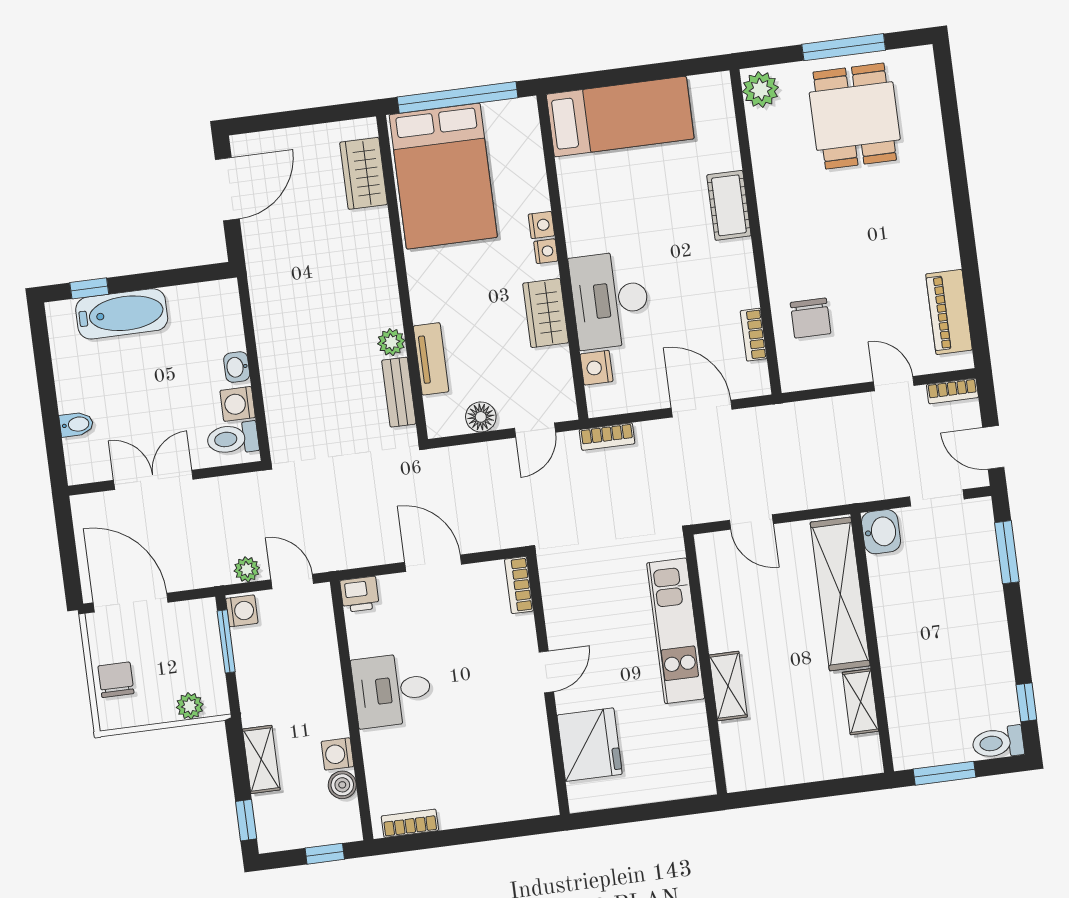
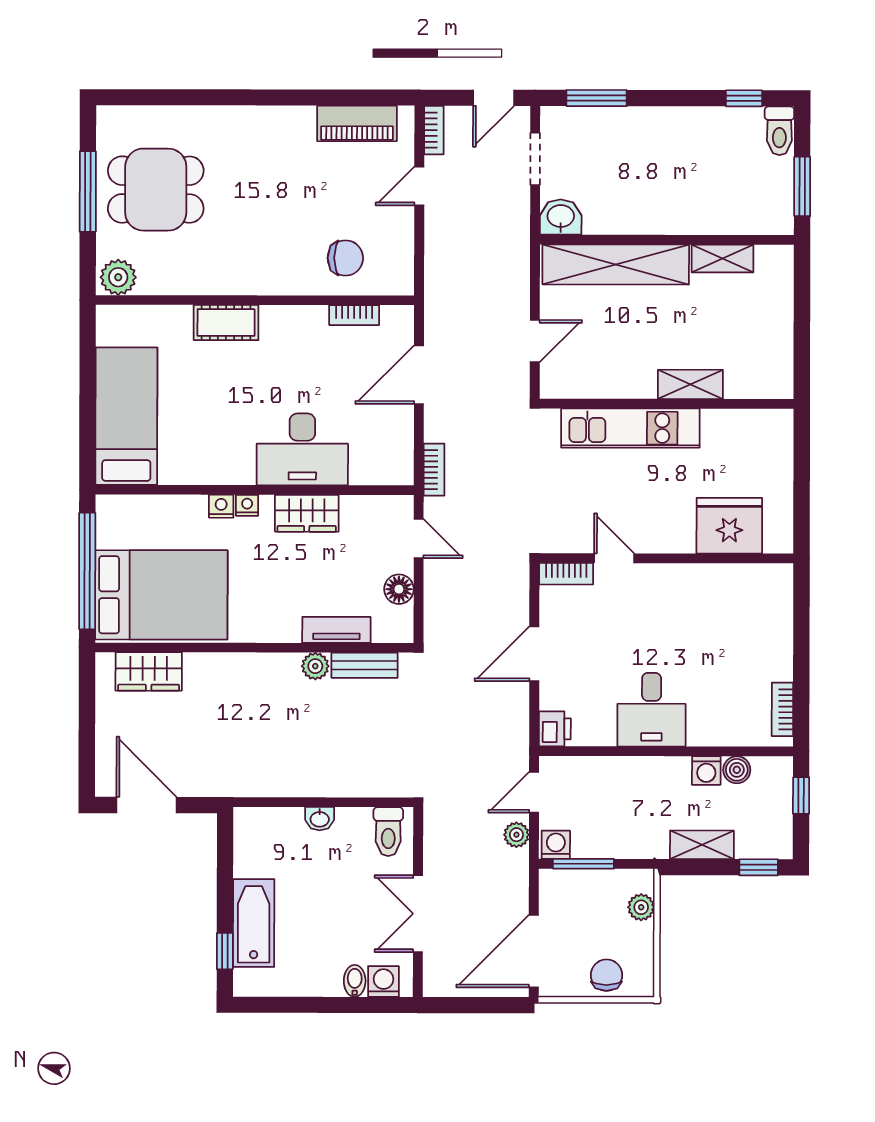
nightstand: (597, 368) -> (366, 471), removed
washing machine: (238, 404) -> (383, 982), moved, turned 180
door: (546, 672) -> (614, 558), moved
chair: (116, 680) -> (606, 975), turned 90

